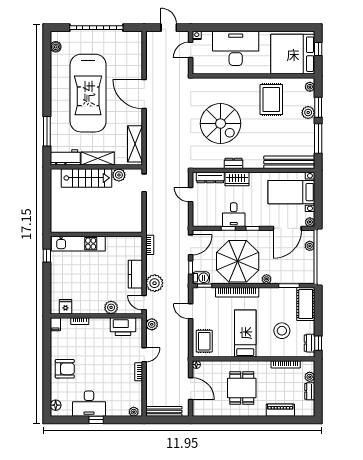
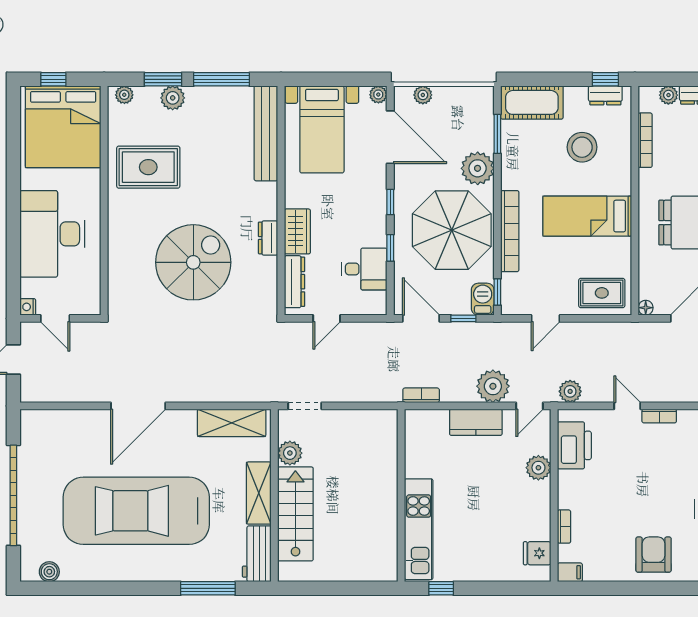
car: (88, 93) -> (136, 511), turned 180
desk: (234, 215) -> (364, 269), moved
plant: (267, 279) -> (478, 168), width x1.88, depth x1.88

